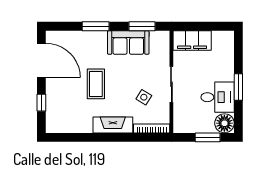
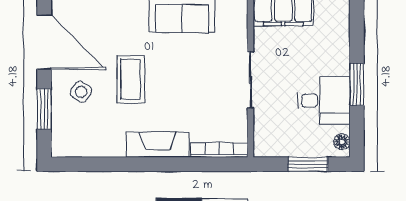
side table: (144, 97) -> (81, 92), moved
window: (41, 103) -> (44, 109), width x1.50
floor lamp: (224, 123) -> (342, 142), width x0.53, depth x0.53

